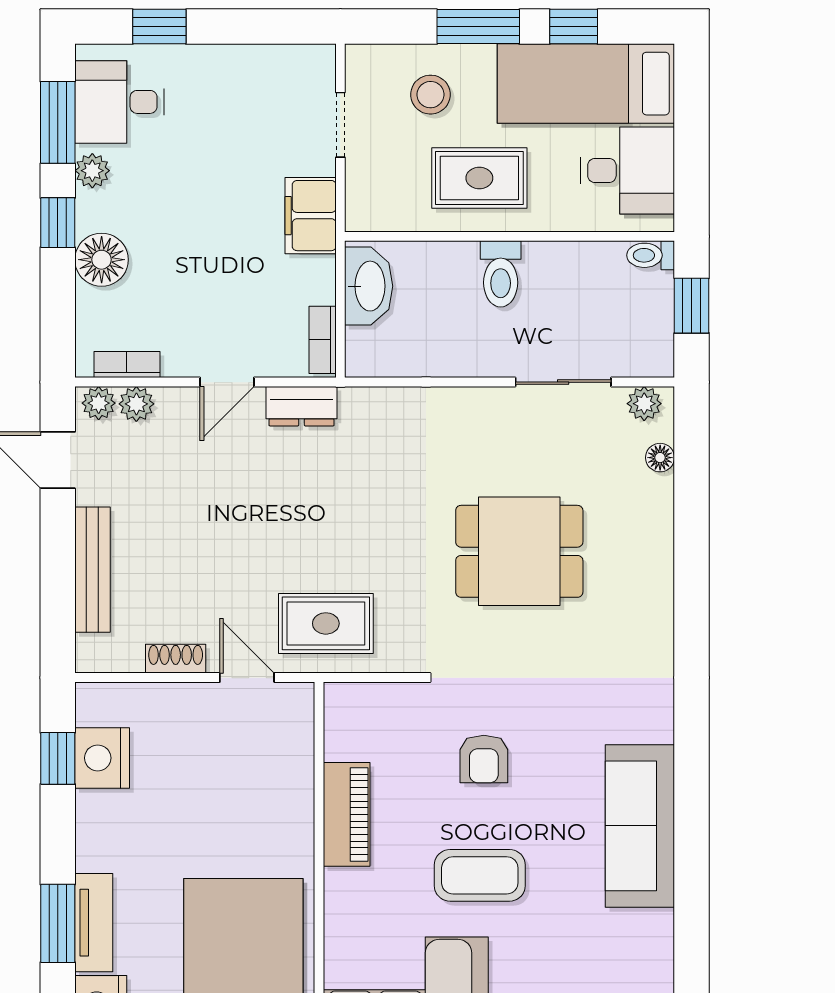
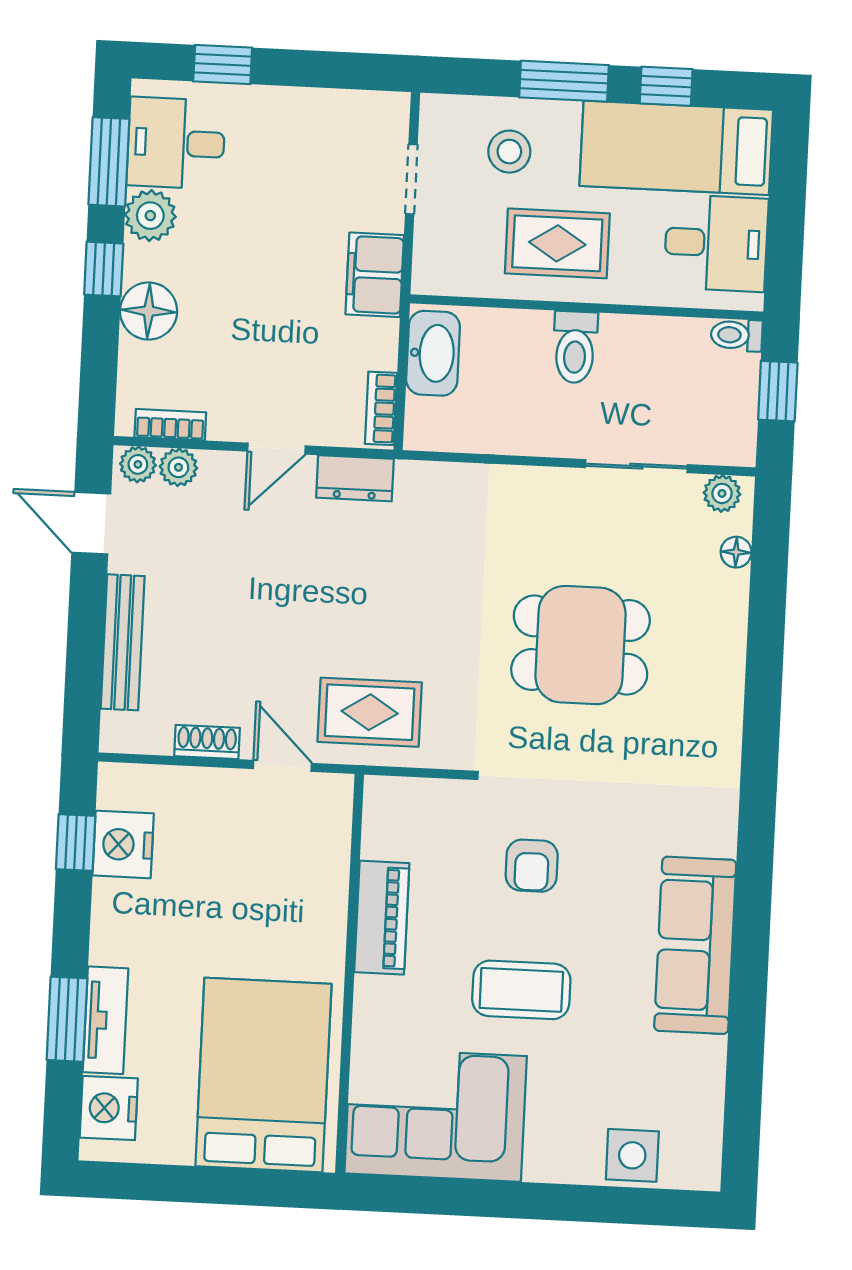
plant: (92, 171) -> (150, 216), width x1.38, depth x1.38

